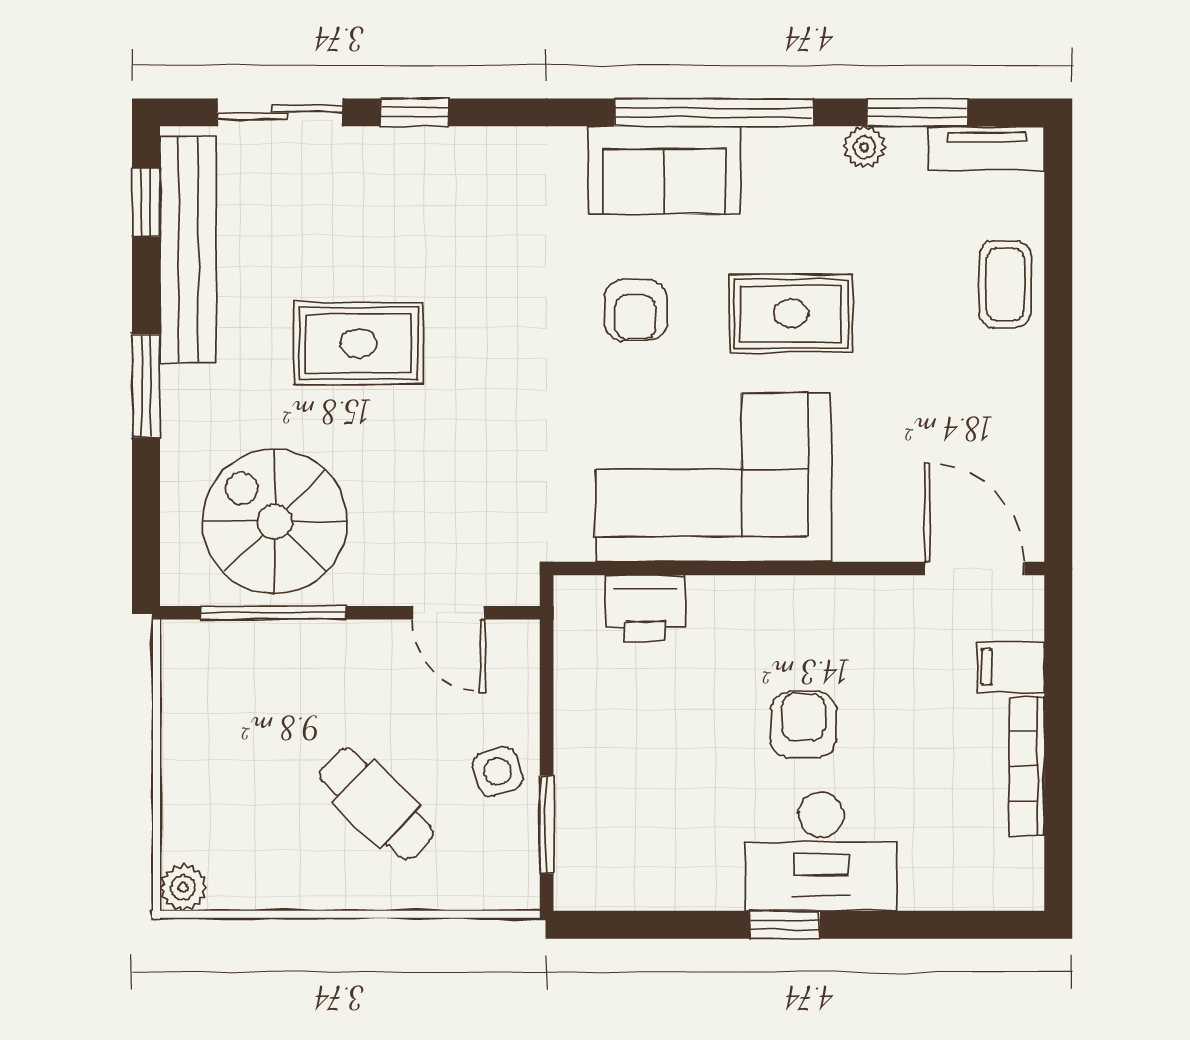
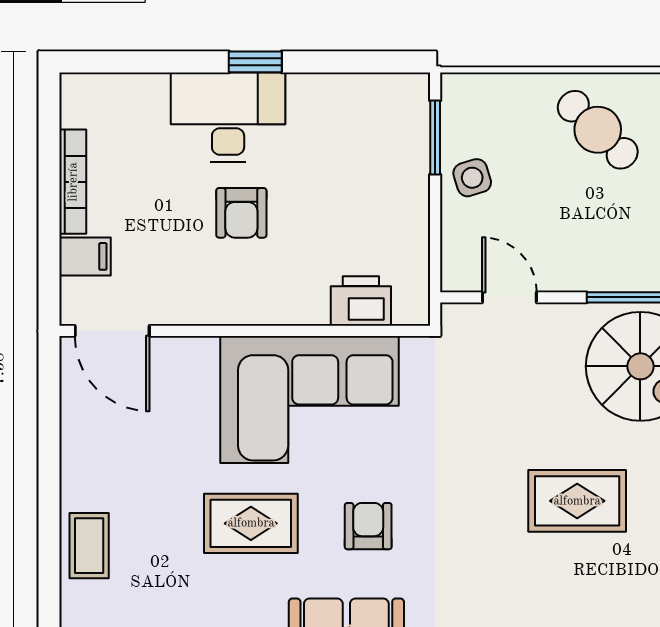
cafe table: (376, 804) -> (598, 130), moved

